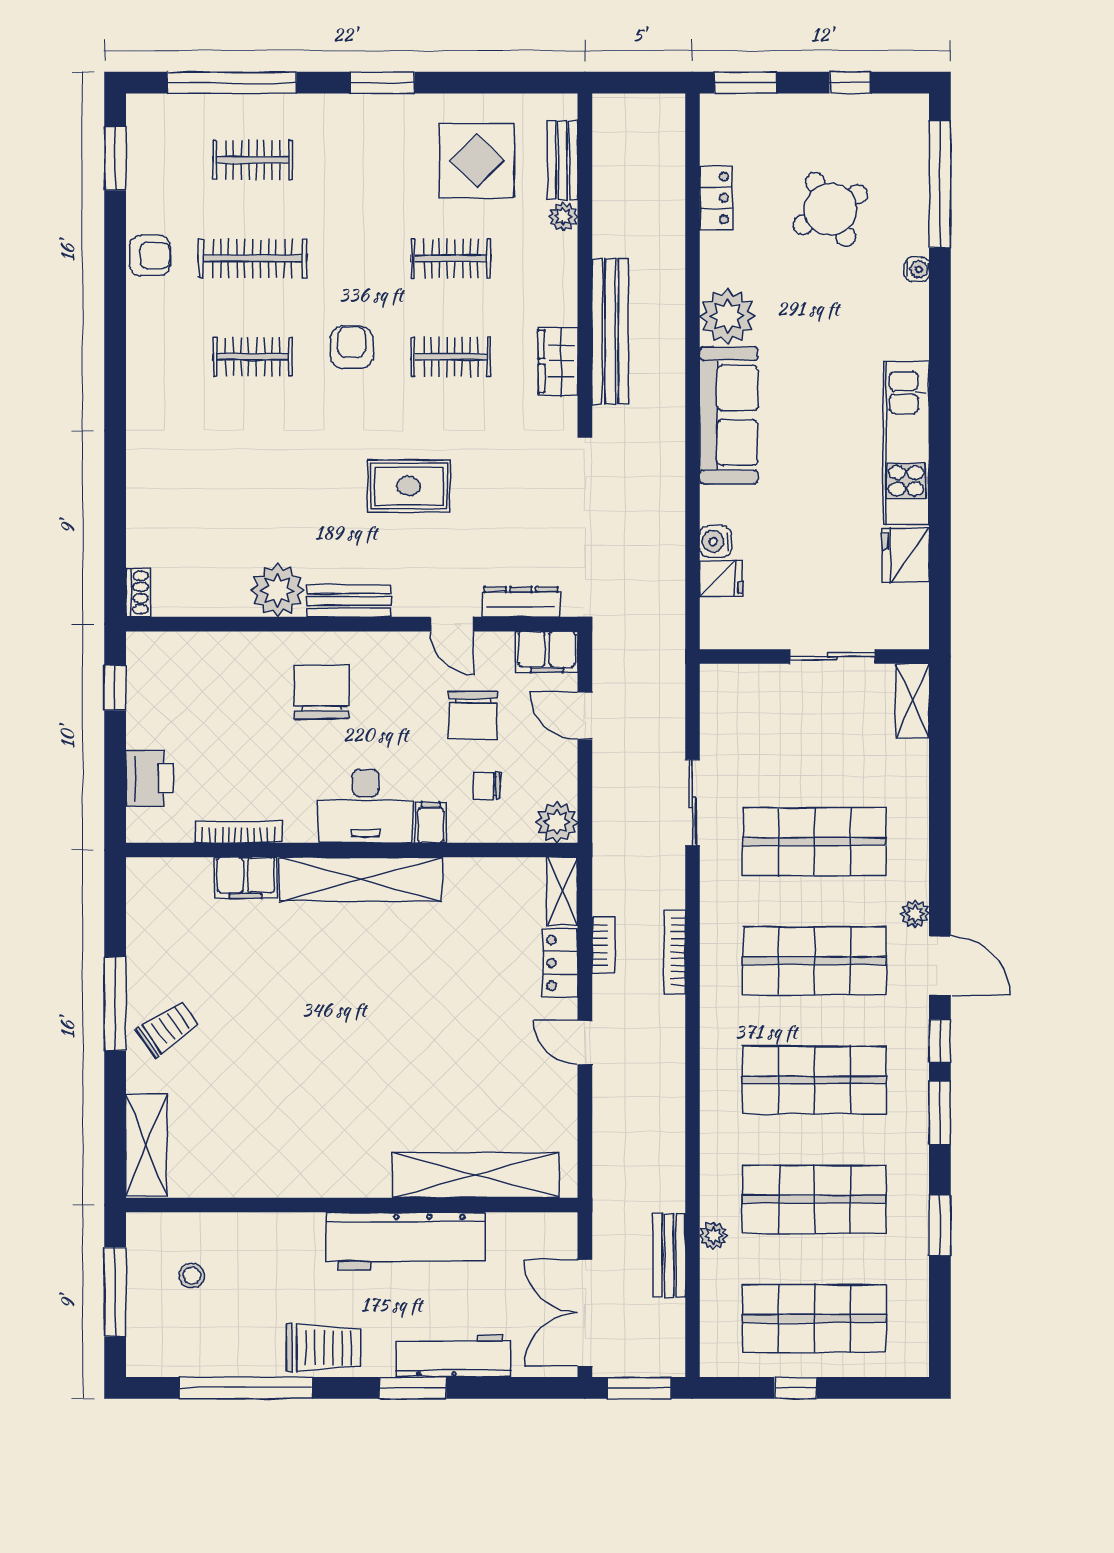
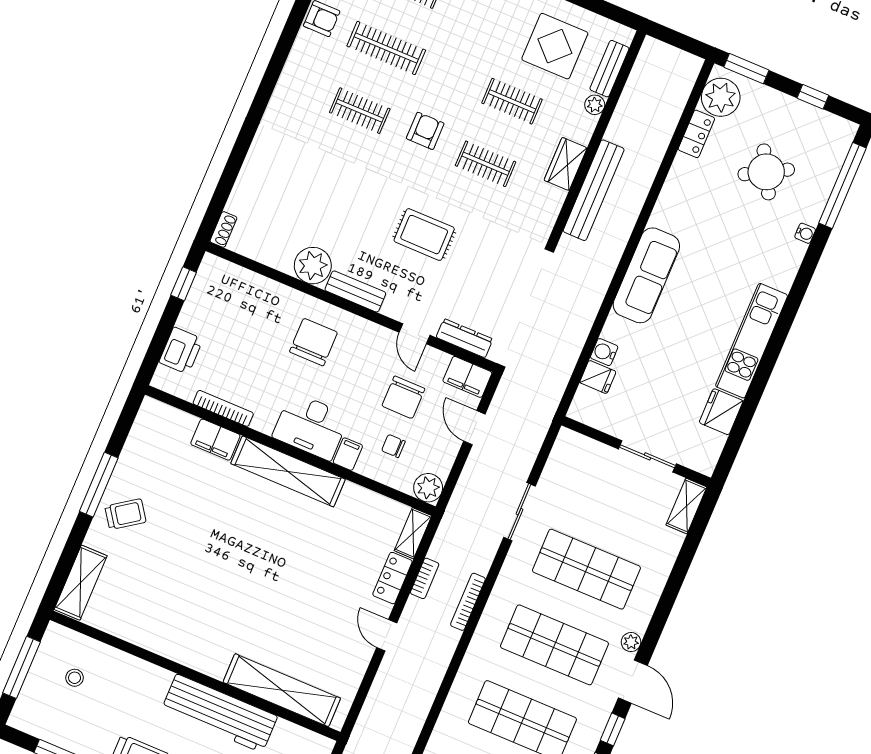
plant: (727, 316) -> (721, 97), moved
wardrobe: (558, 361) -> (566, 164), moved

